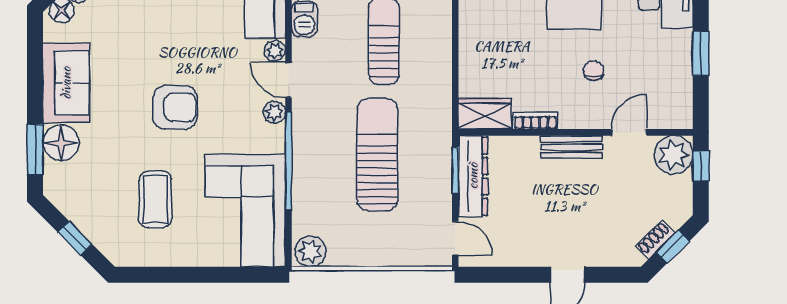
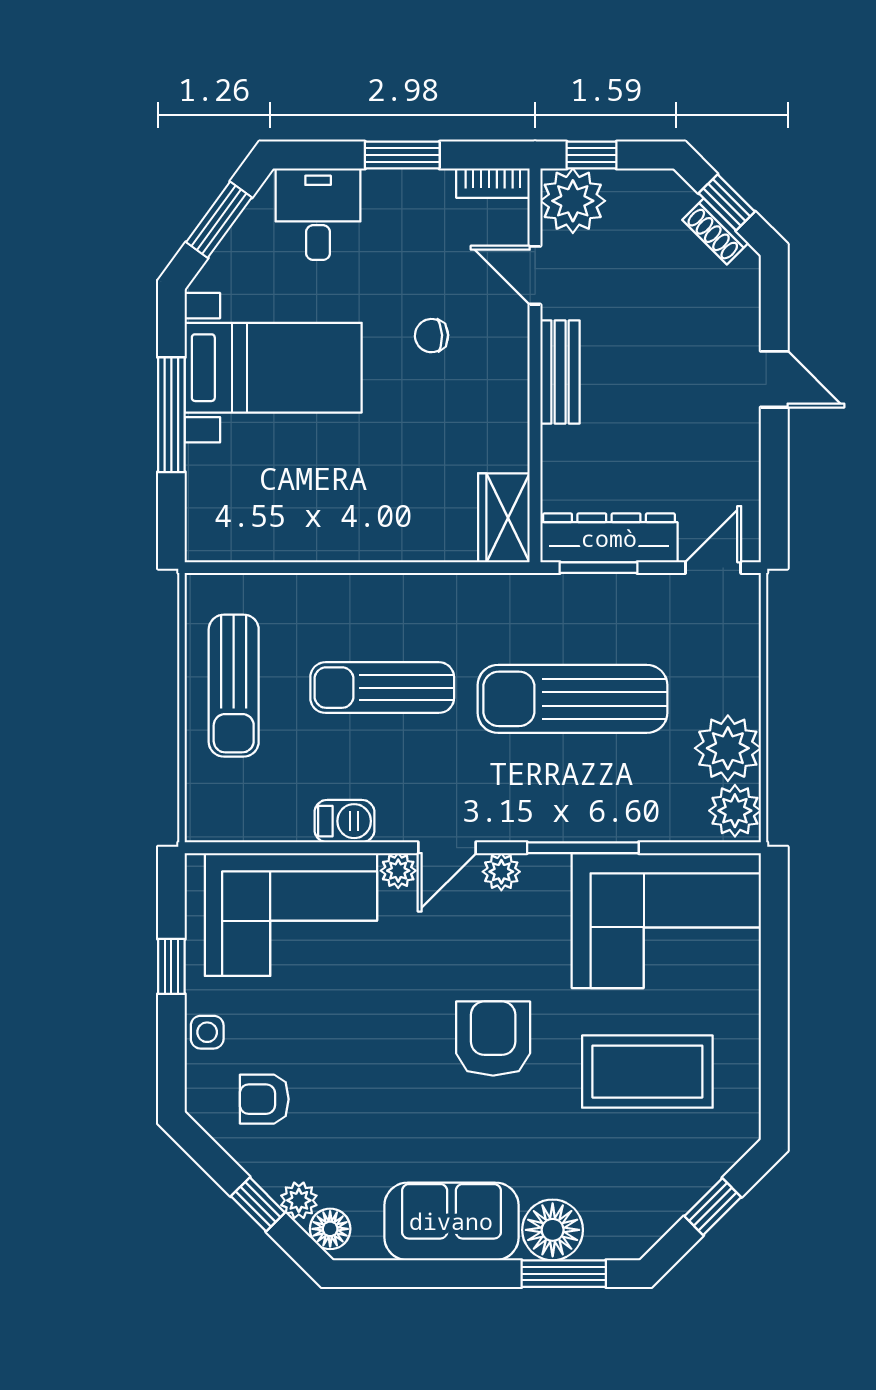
bookcase: (535, 120) -> (493, 183), moved, turned -90
window: (289, 161) -> (583, 848), width x0.68
coffee table: (155, 199) -> (647, 1072), width x1.36, depth x1.32
plant: (348, 247) -> (728, 748), added

